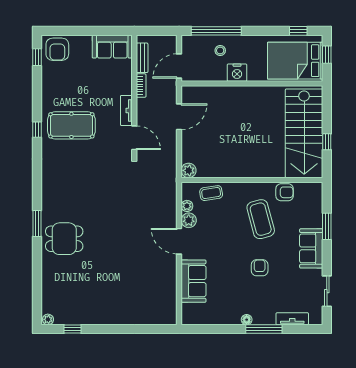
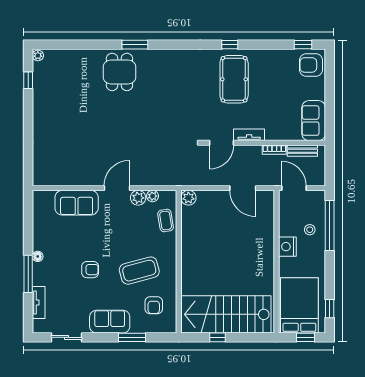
armchair: (285, 192) -> (154, 305), moved

